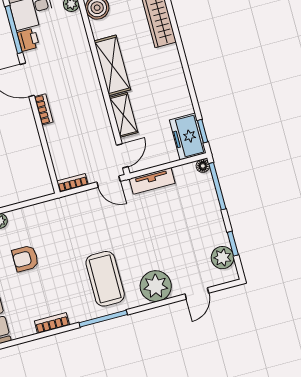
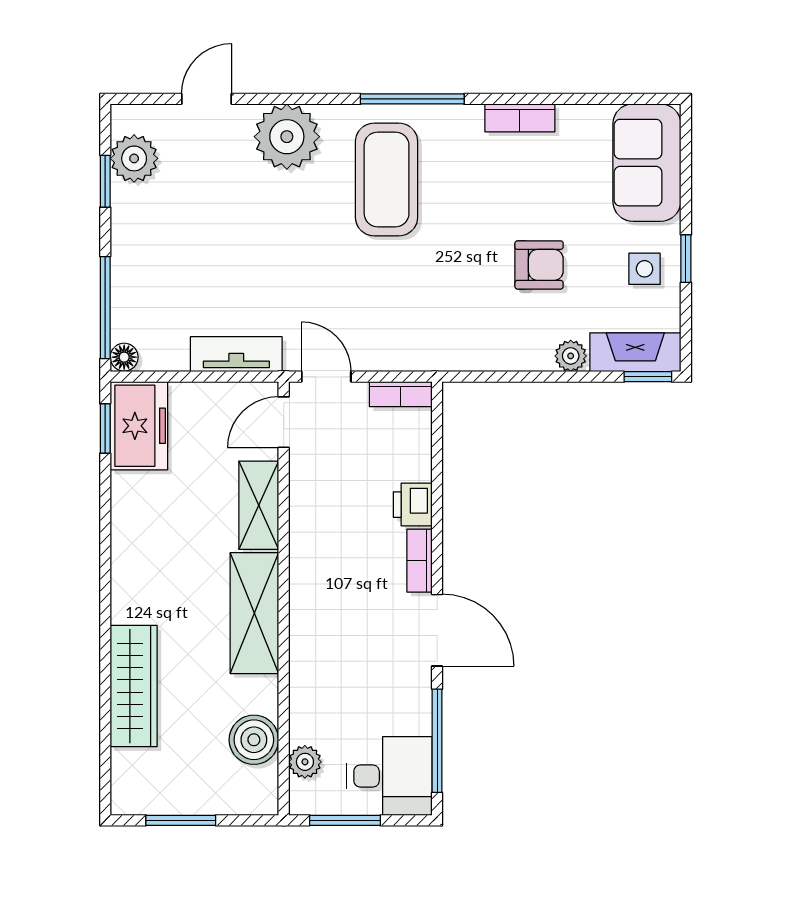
printer: (28, 40) -> (413, 505), moved

